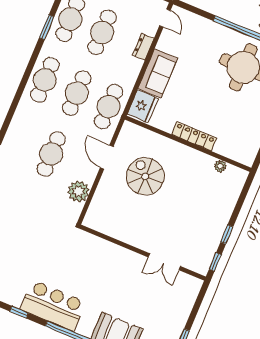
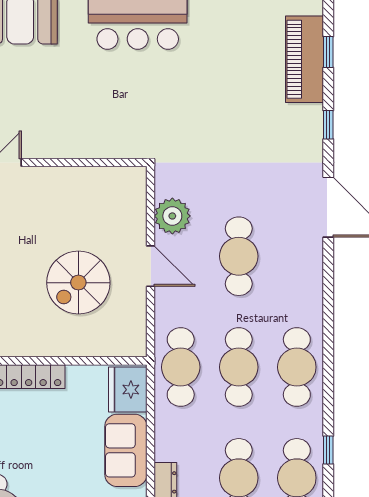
window: (47, 27) -> (328, 450), width x0.67
door: (107, 157) -> (151, 266), moved
spiral stairs: (145, 176) -> (78, 283), turned 90

